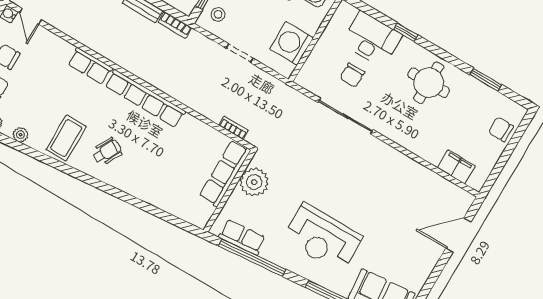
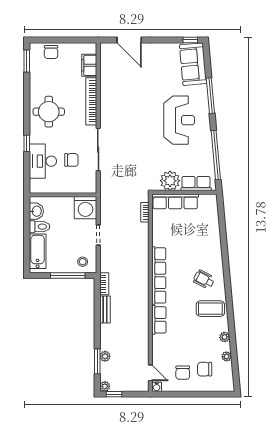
door: (31, 16) -> (150, 373), hinge flipped
washing machine: (292, 43) -> (85, 208), moved
window: (485, 80) -> (27, 61), moved
bookcase: (410, 143) -> (91, 101), added
row of seats: (242, 237) -> (196, 183), moved, turned 95

